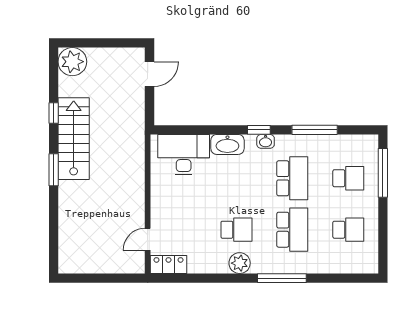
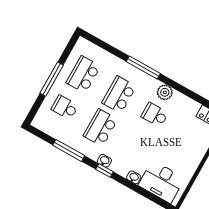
washbasin: (227, 144) -> (134, 177), width x0.52, depth x0.69
window: (383, 173) -> (52, 79), moved
school desk: (348, 230) -> (83, 74), width x1.85

